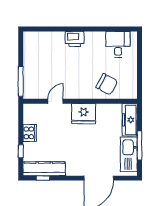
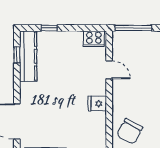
fridge: (84, 114) -> (97, 104), width x0.53, depth x0.75
cooker: (30, 133) -> (94, 39), moved

